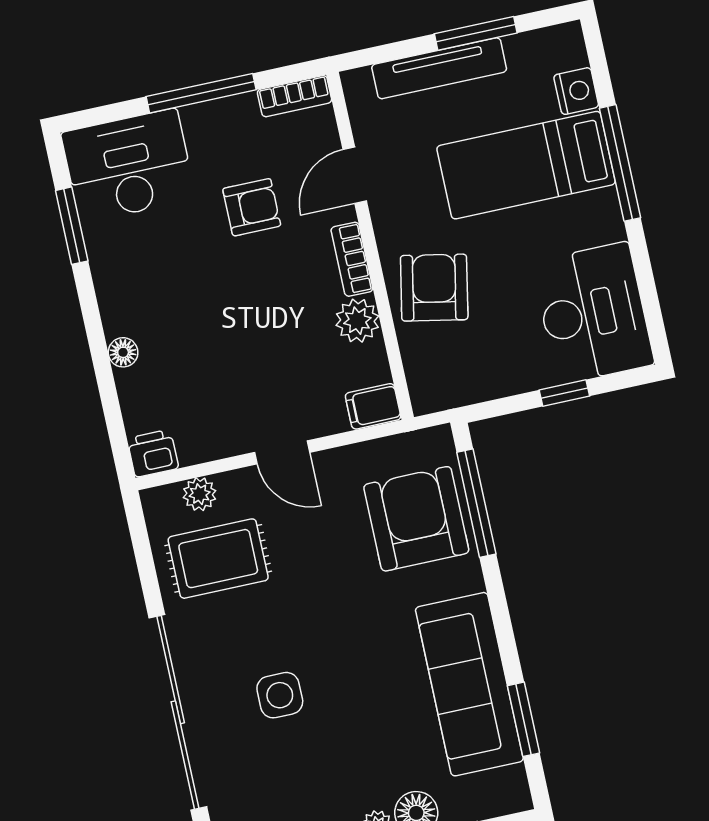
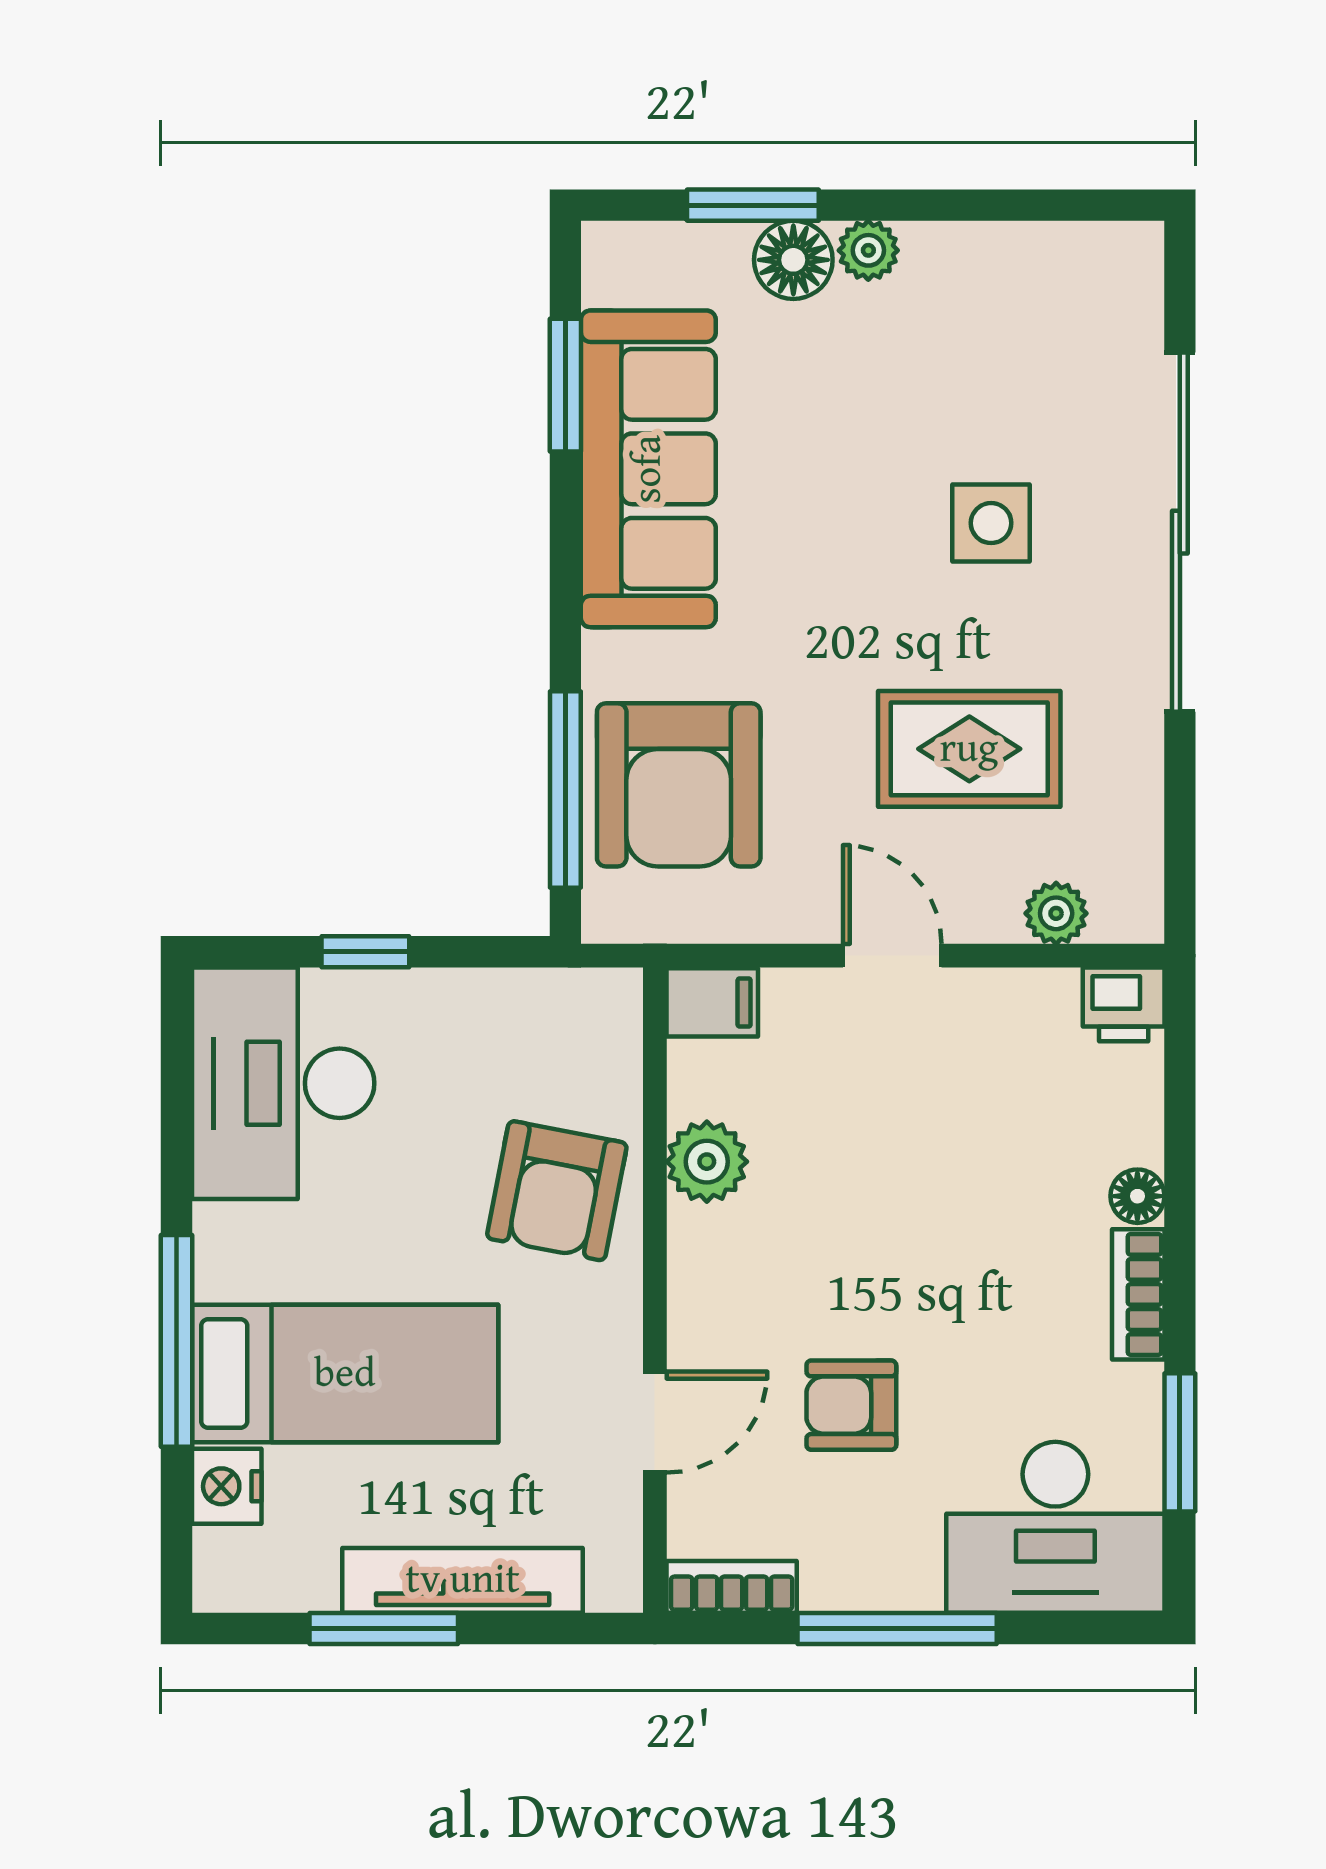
bookcase: (352, 259) -> (1138, 1294), moved, turned 180
rug: (218, 559) -> (969, 749), moved

